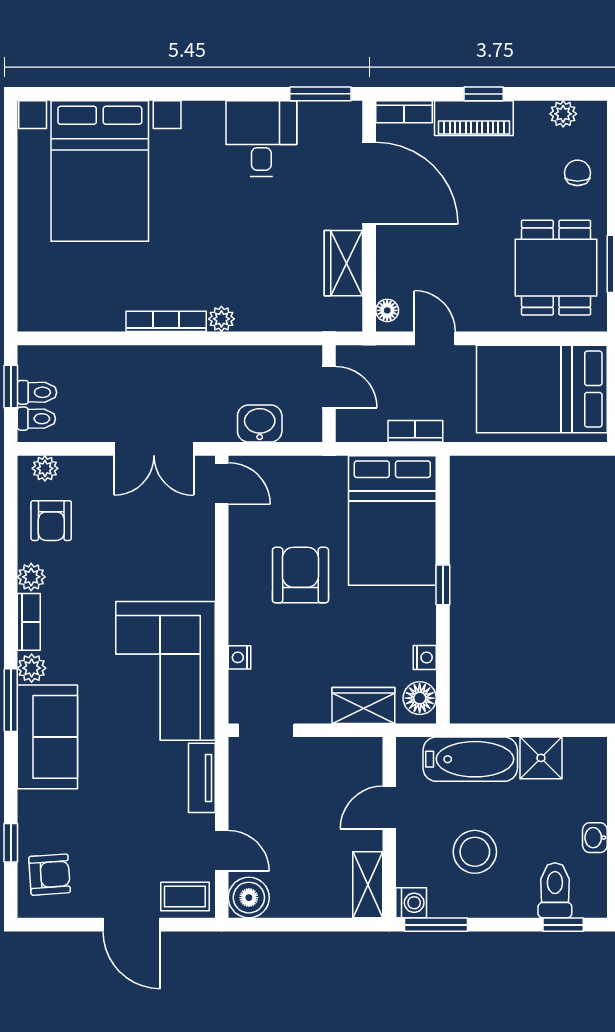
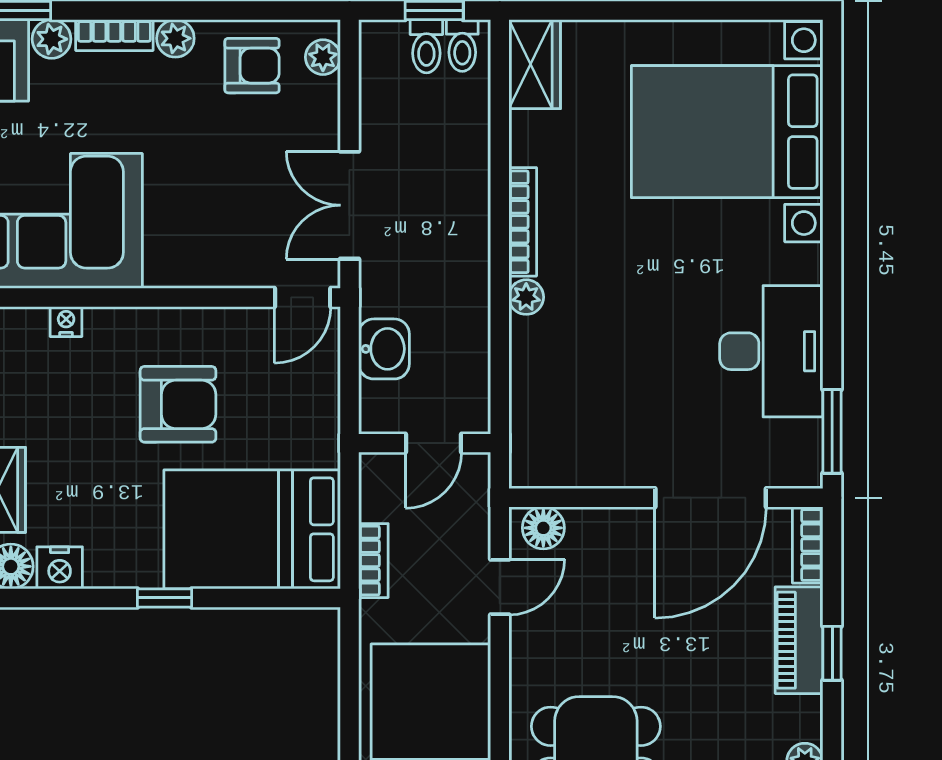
desk: (261, 138) -> (771, 351), width x1.37
wardrobe: (343, 263) -> (535, 64), moved, turned 90
floor lamp: (387, 310) -> (543, 528), width x1.37, depth x1.37
toilet: (36, 419) -> (462, 46), moved
armchair: (51, 521) -> (252, 66), turned 180
nightstand: (425, 657) -> (60, 568), width x1.39, depth x1.35

